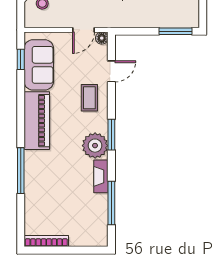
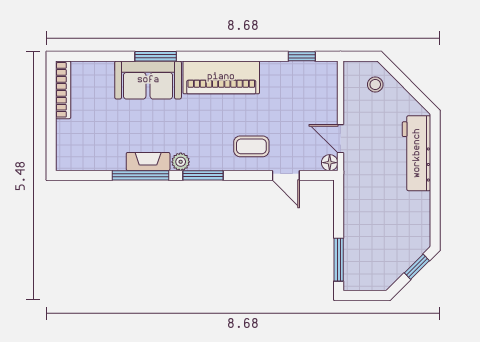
sofa: (39, 65) -> (148, 80), moved
plant: (95, 146) -> (181, 162), width x0.53, depth x0.53
window: (21, 171) -> (156, 56), width x0.69
window: (111, 203) -> (140, 175), moved

